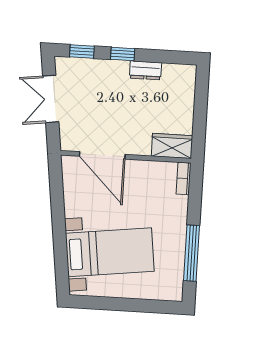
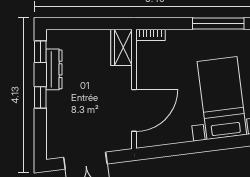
window: (82, 52) -> (40, 52), moved
dresser: (145, 70) -> (54, 69), width x1.44

